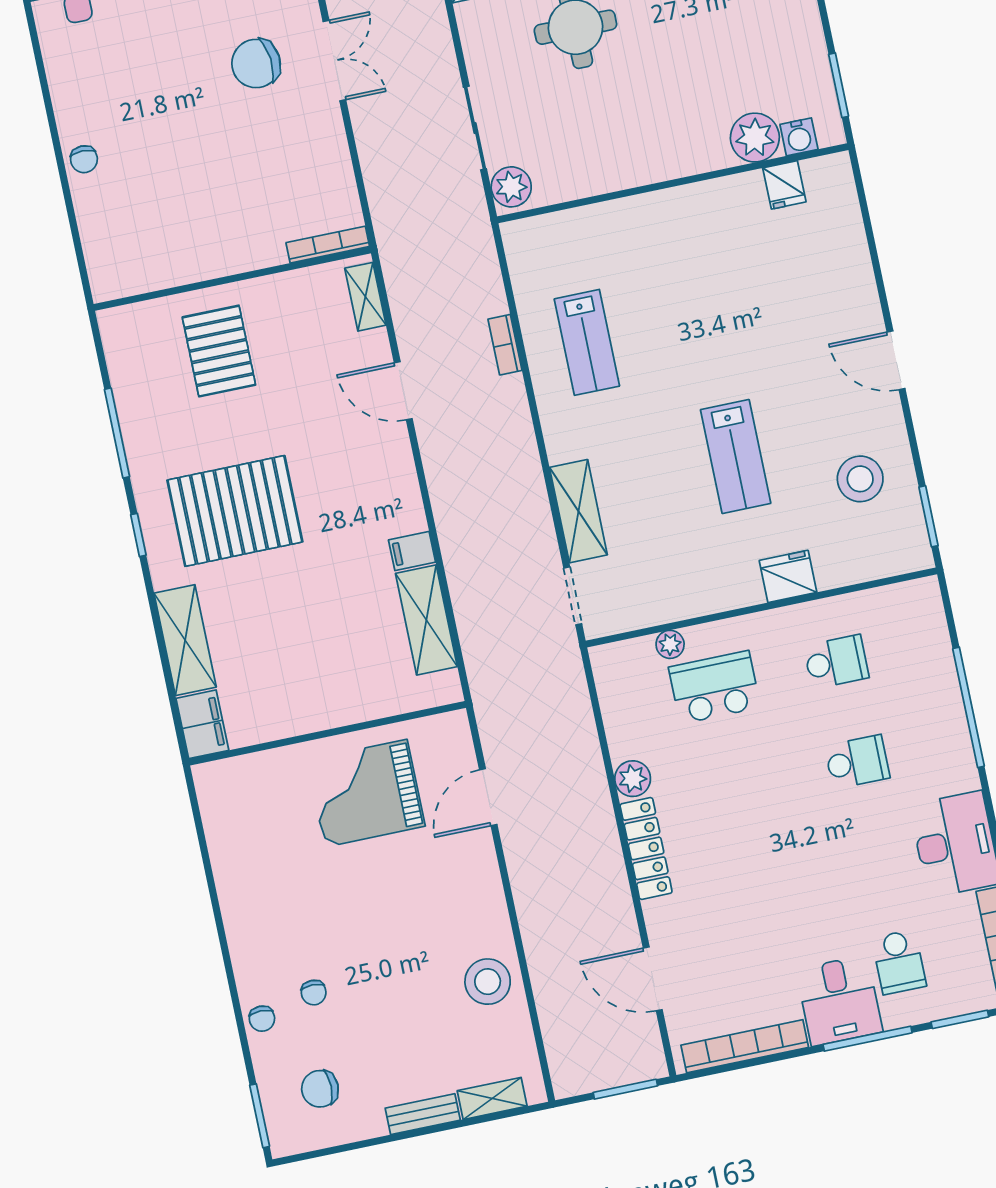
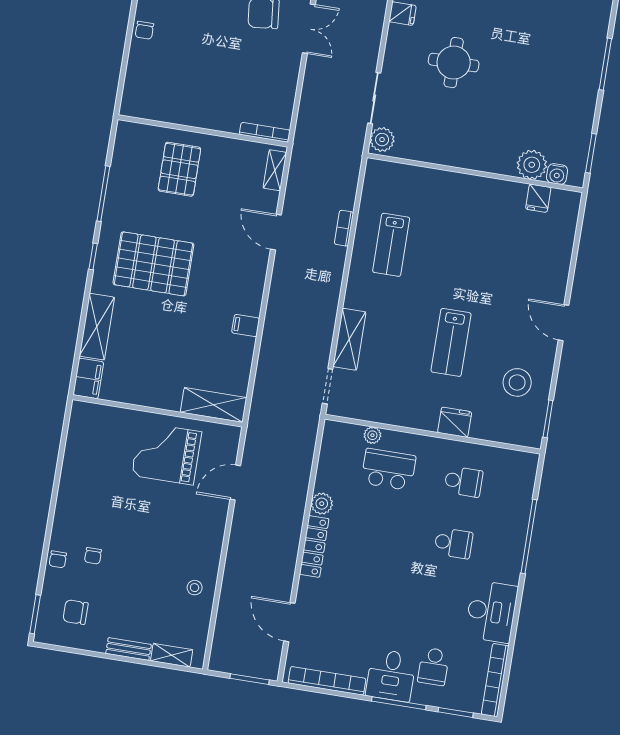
shelving: (426, 620) -> (214, 405), moved, turned 90
stool: (488, 982) -> (195, 588), width x0.53, depth x0.53

